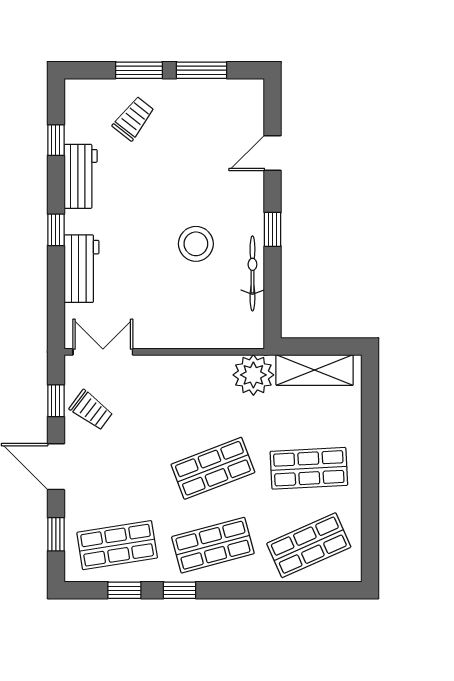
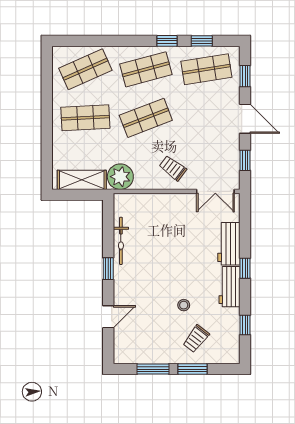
workbench: (81, 176) -> (229, 287), moved
stool: (196, 244) -> (184, 305), moved, width x0.53, depth x0.53
trolley: (91, 410) -> (173, 168), moved

